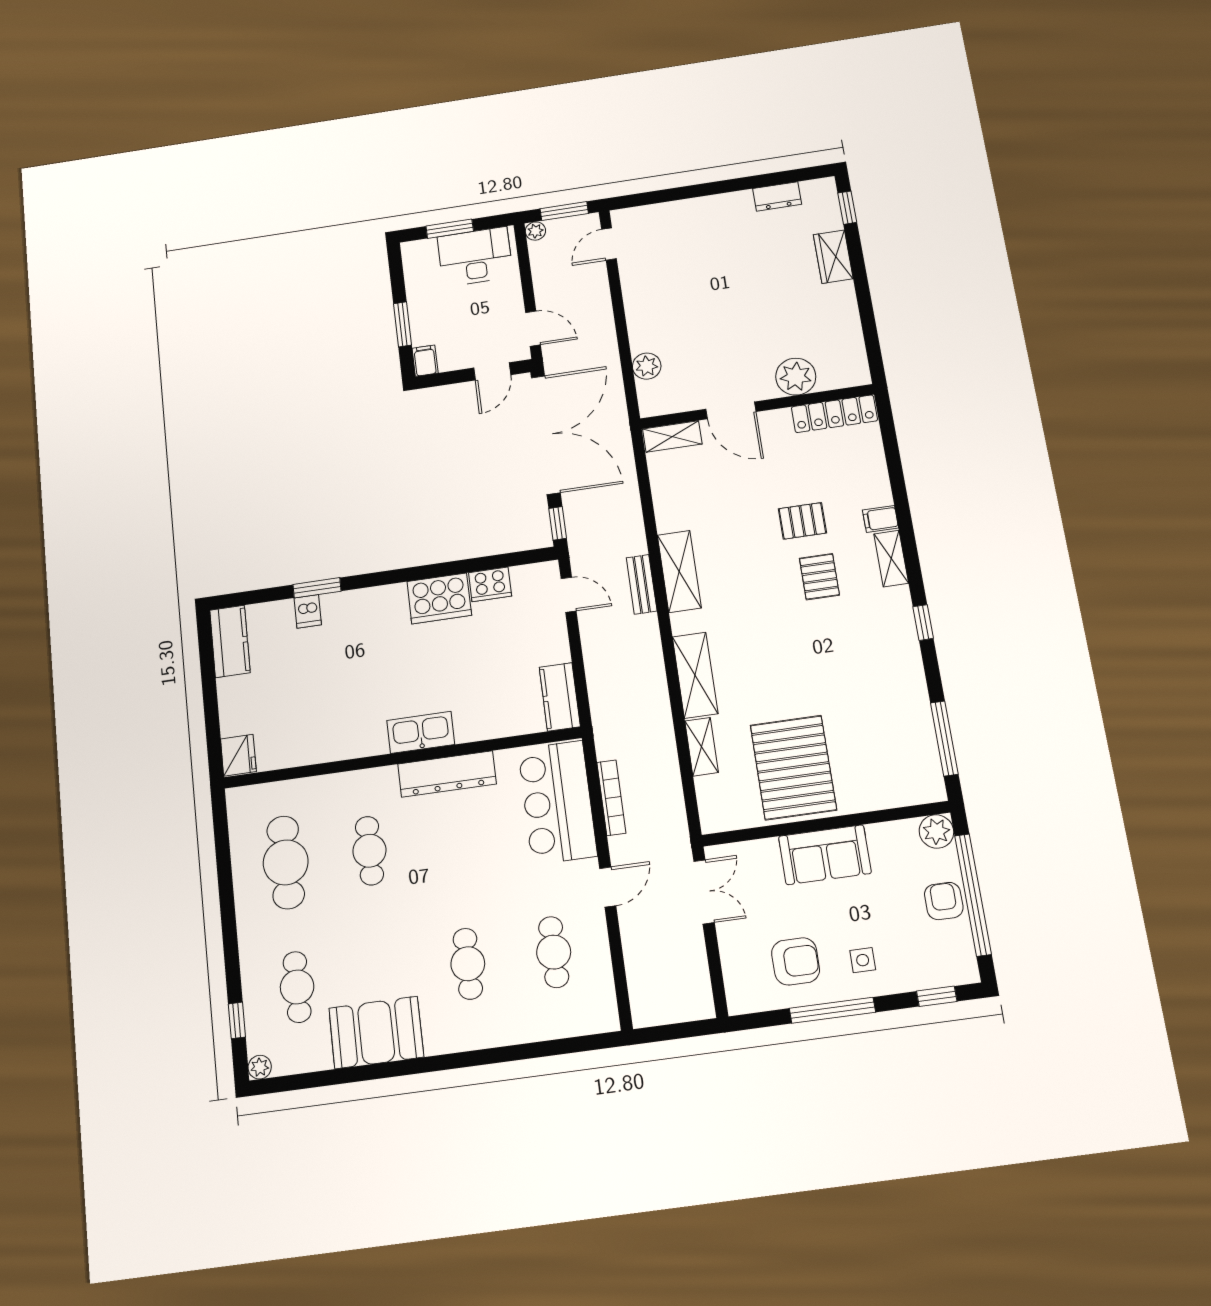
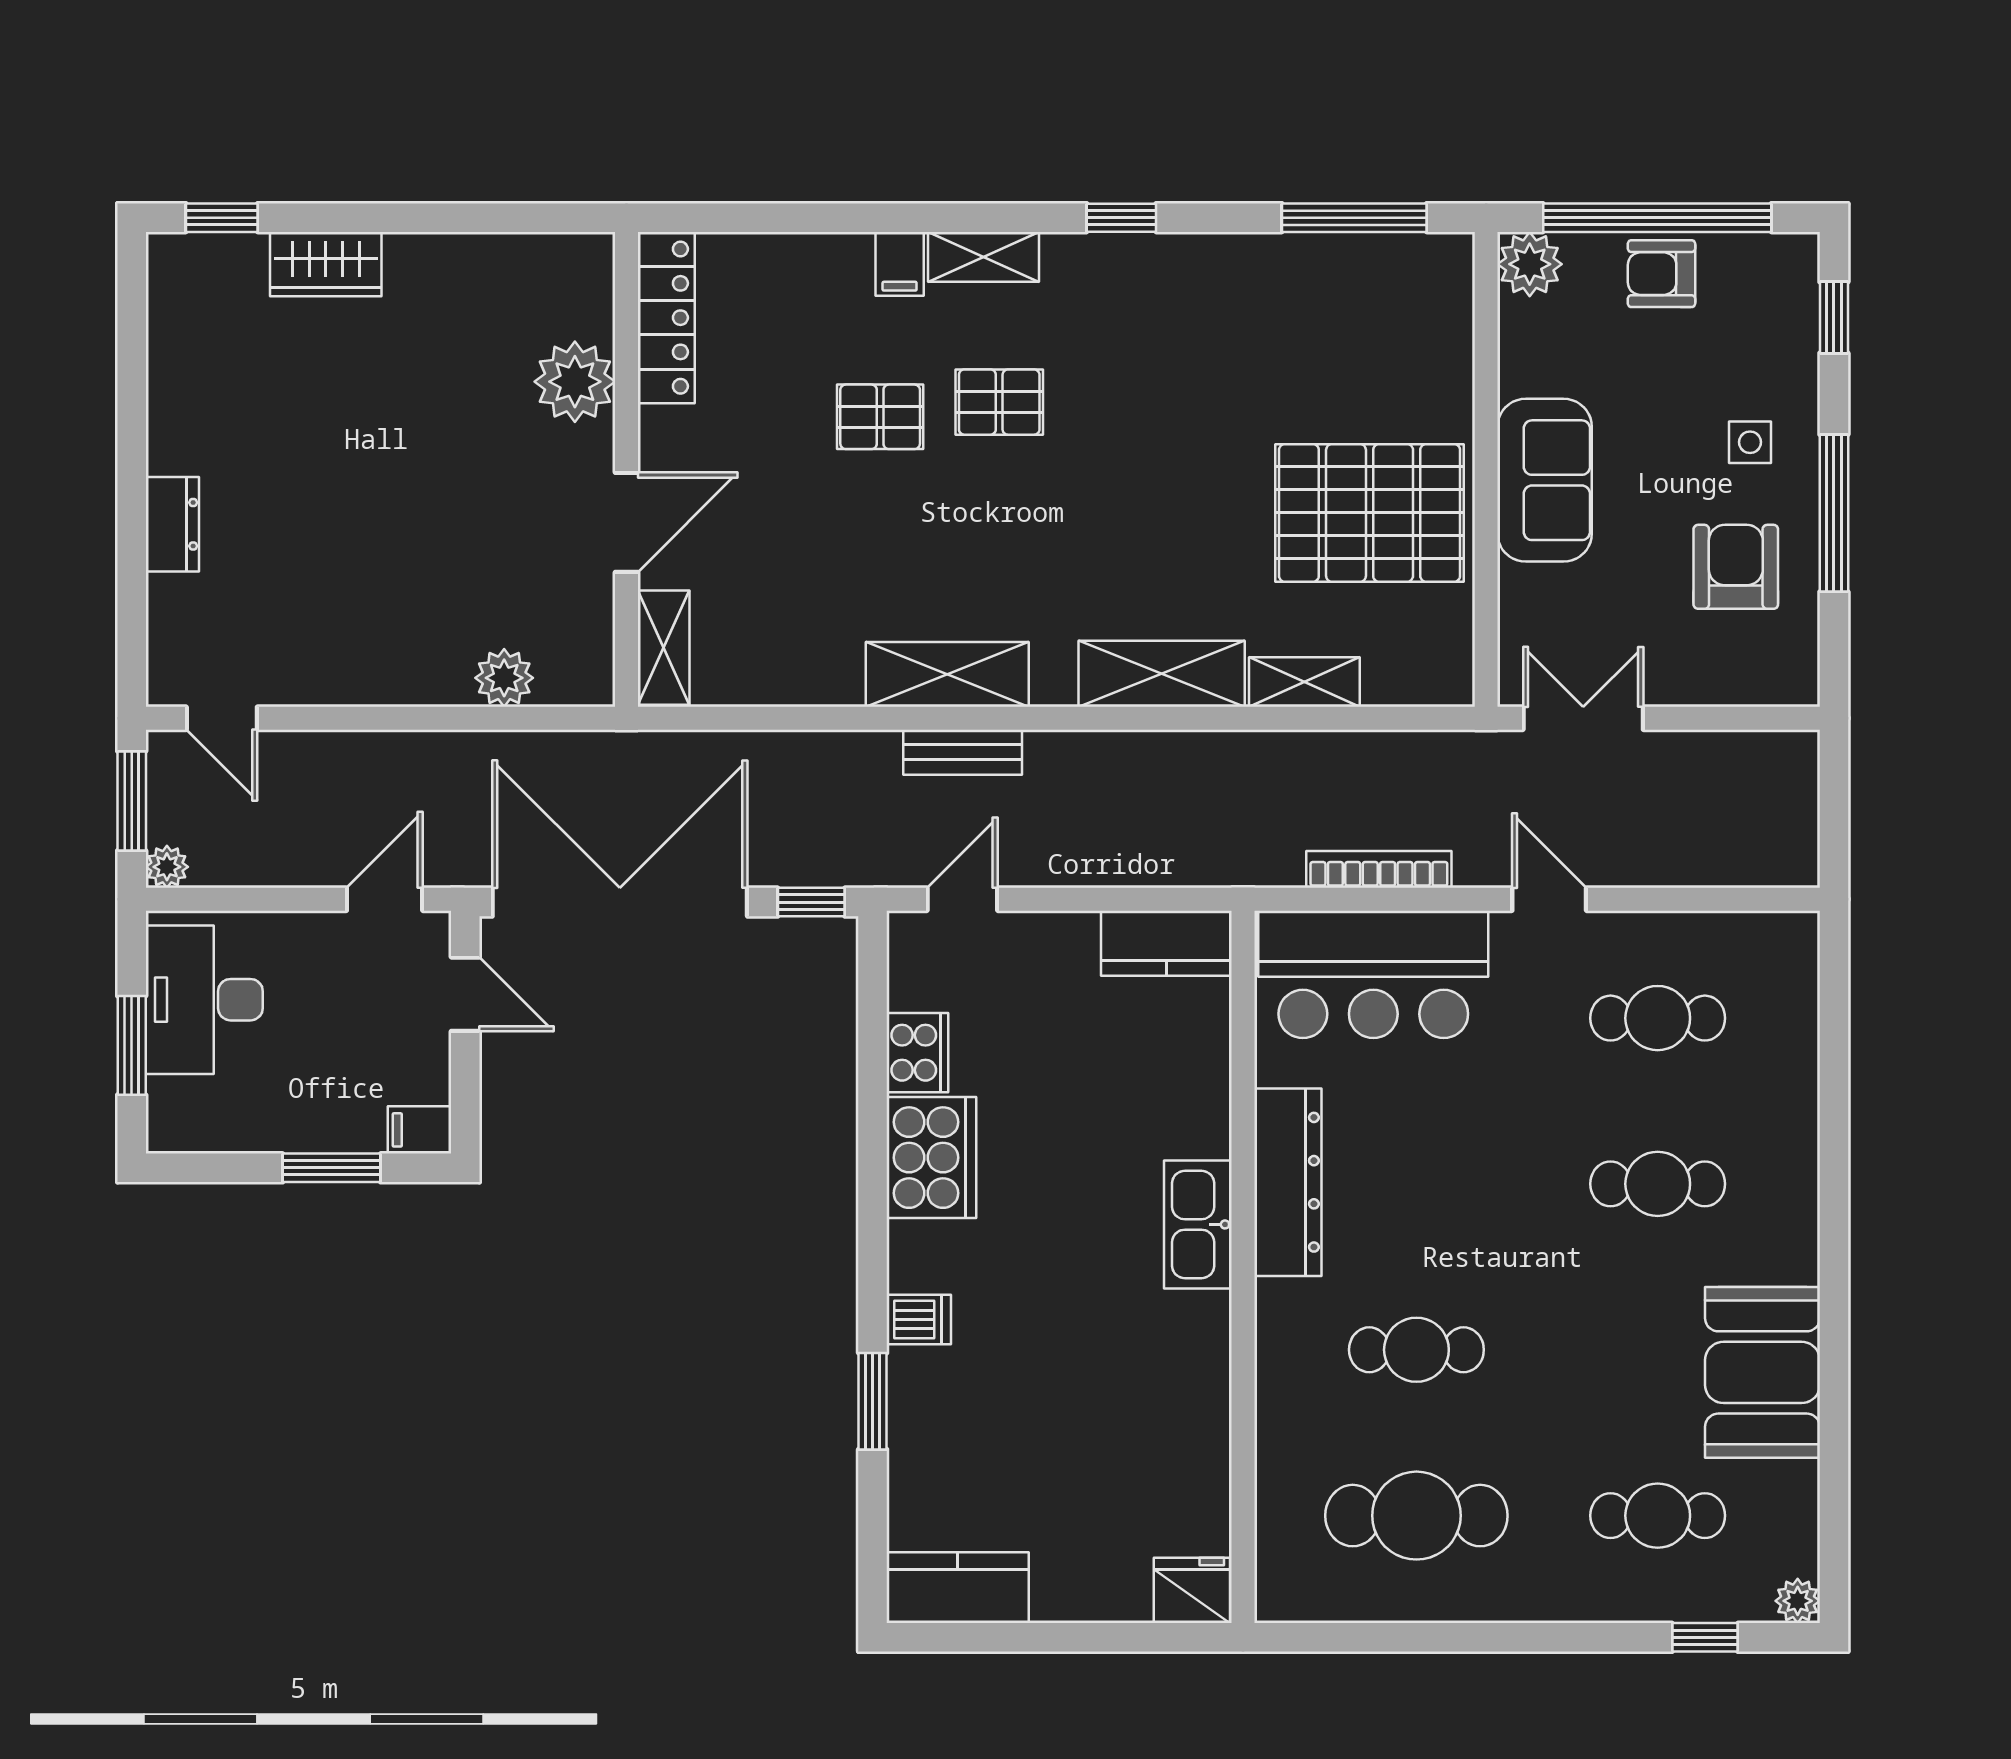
dresser: (777, 196) -> (172, 524), moved
pallet: (802, 521) -> (880, 417), turned 90
dishwasher: (308, 611) -> (919, 1320), moved

